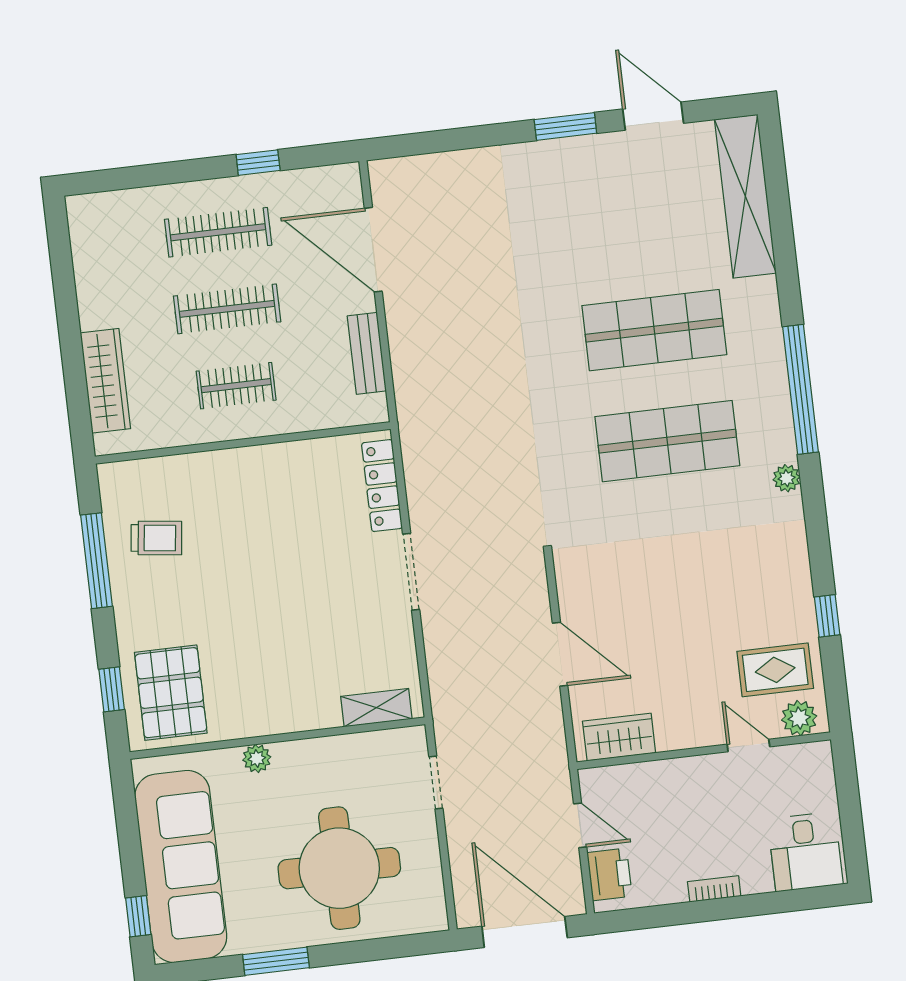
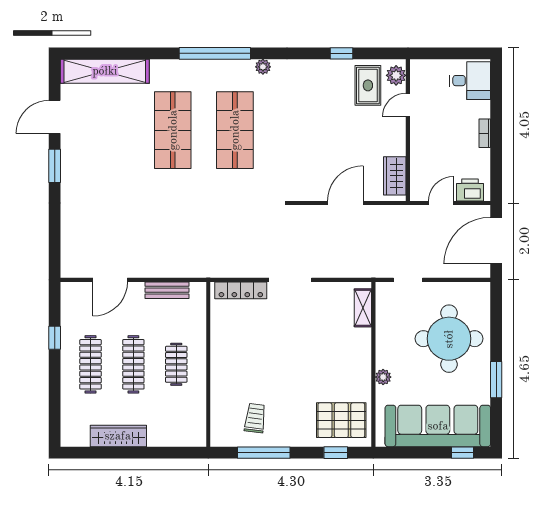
door: (373, 250) -> (110, 280), width x0.73
wardrobe: (105, 381) -> (118, 436), moved

